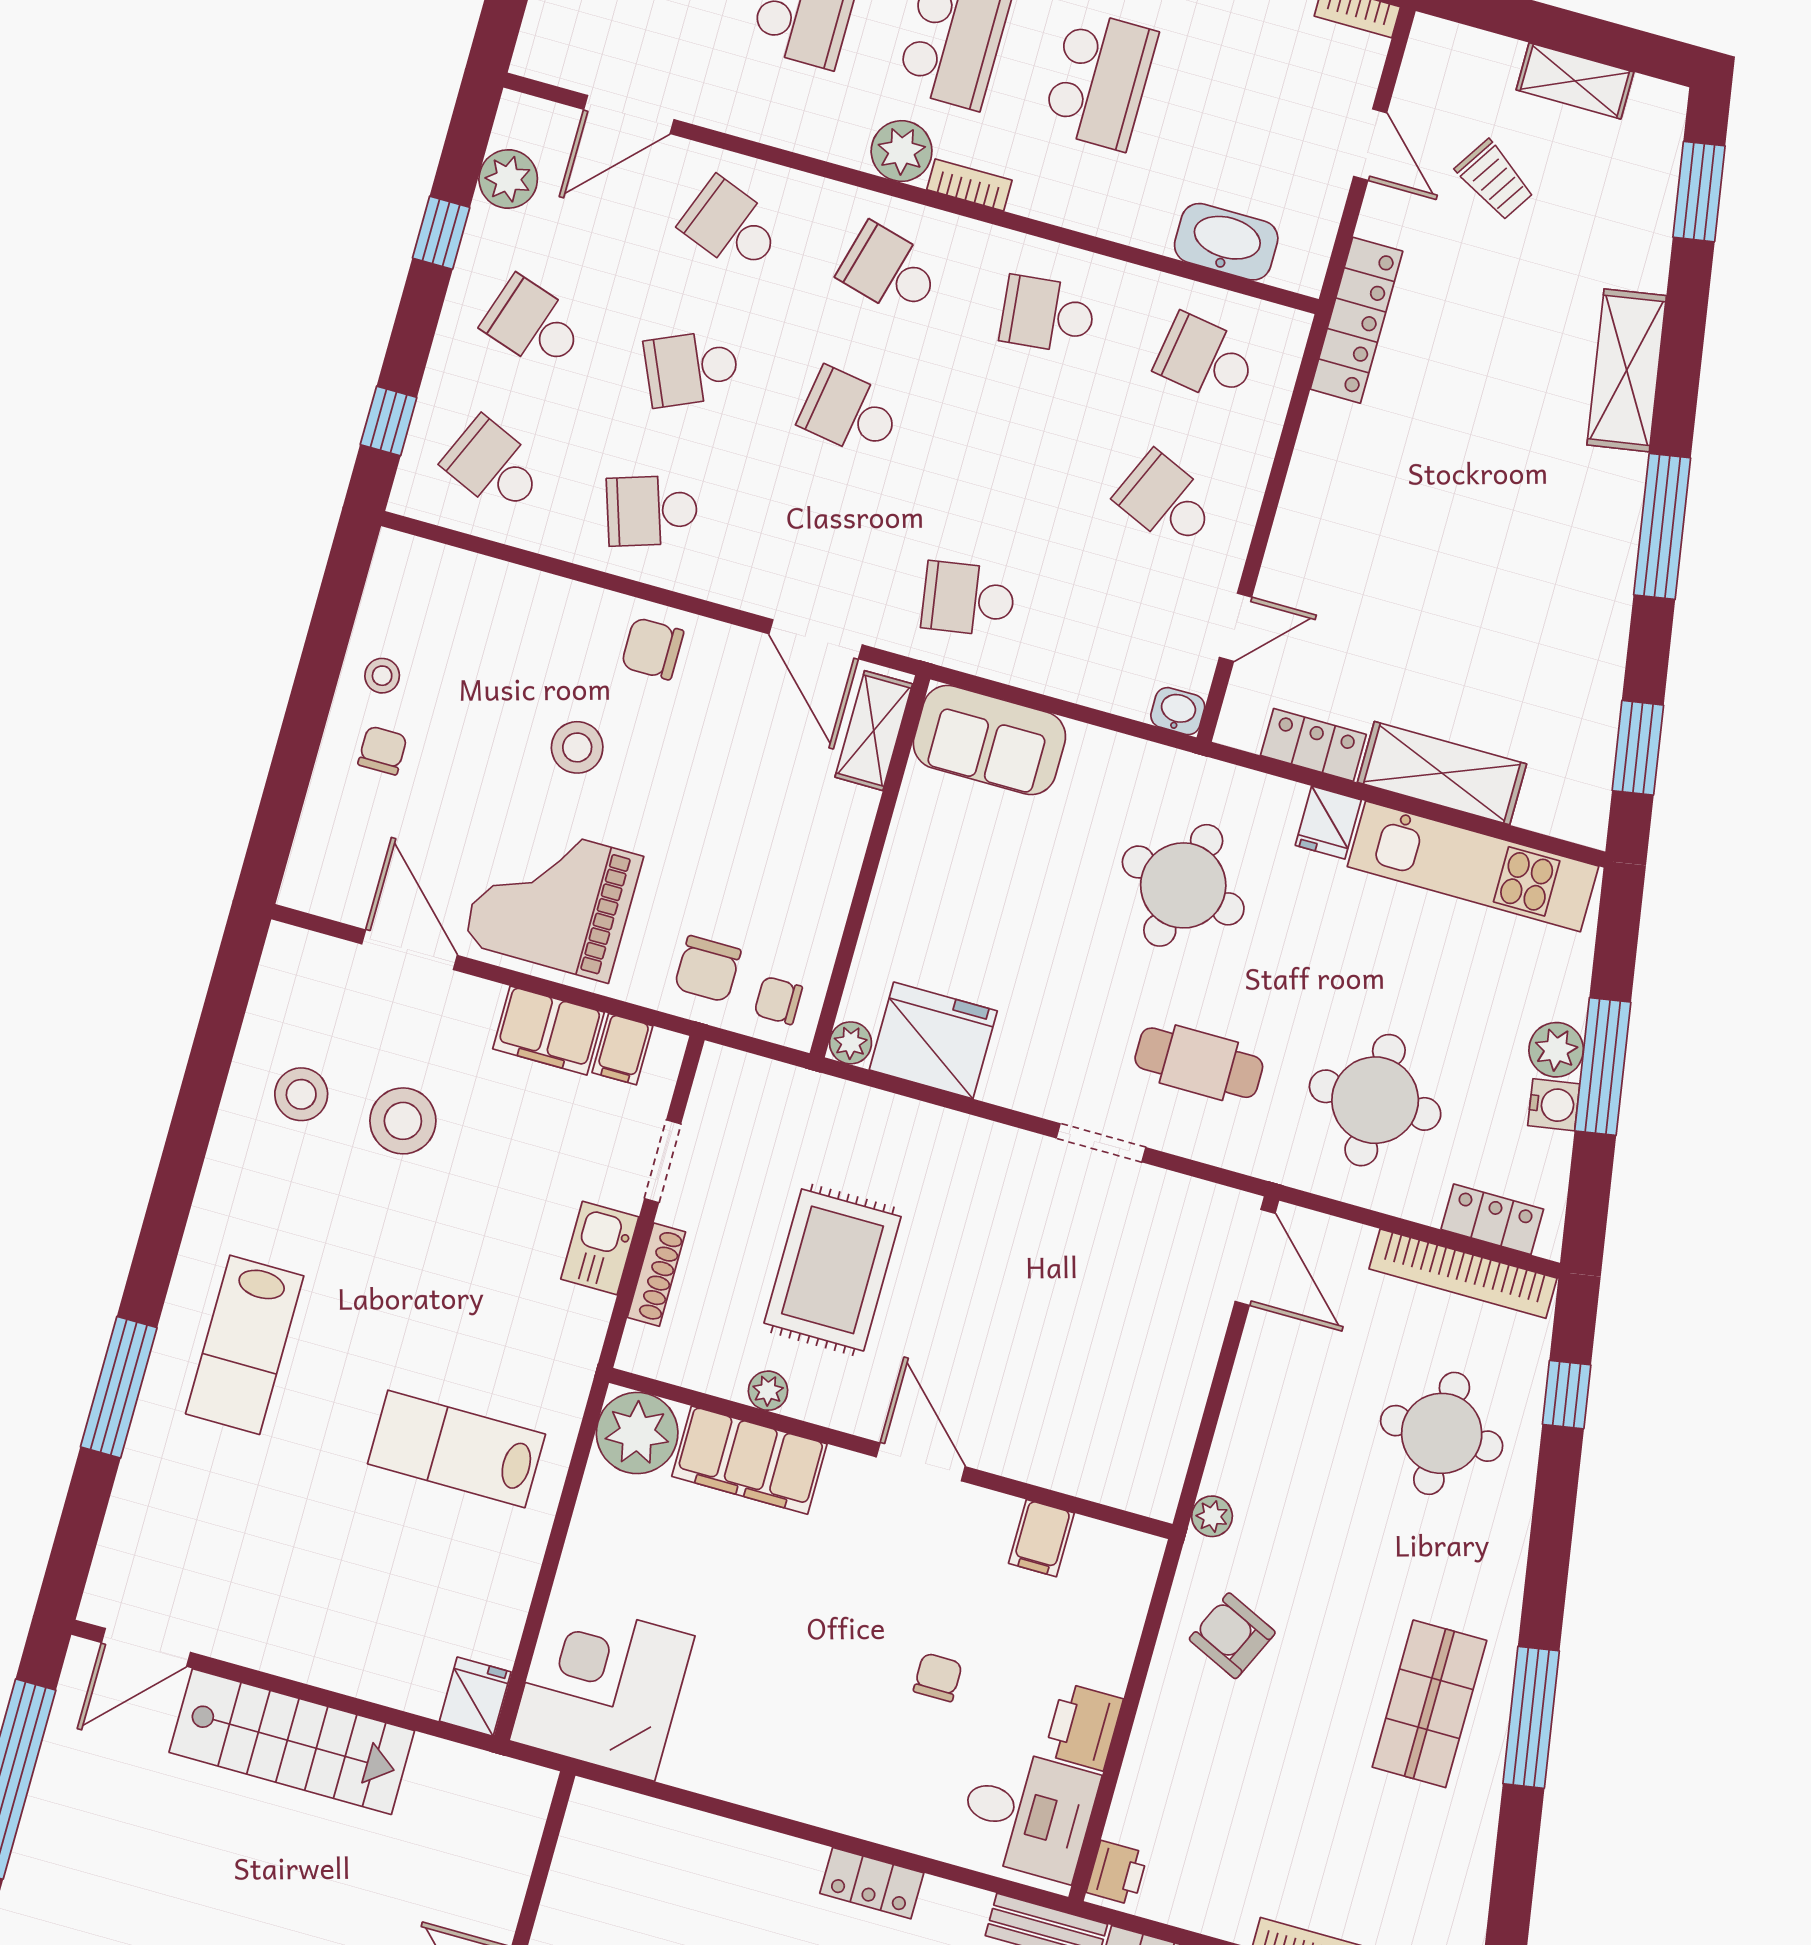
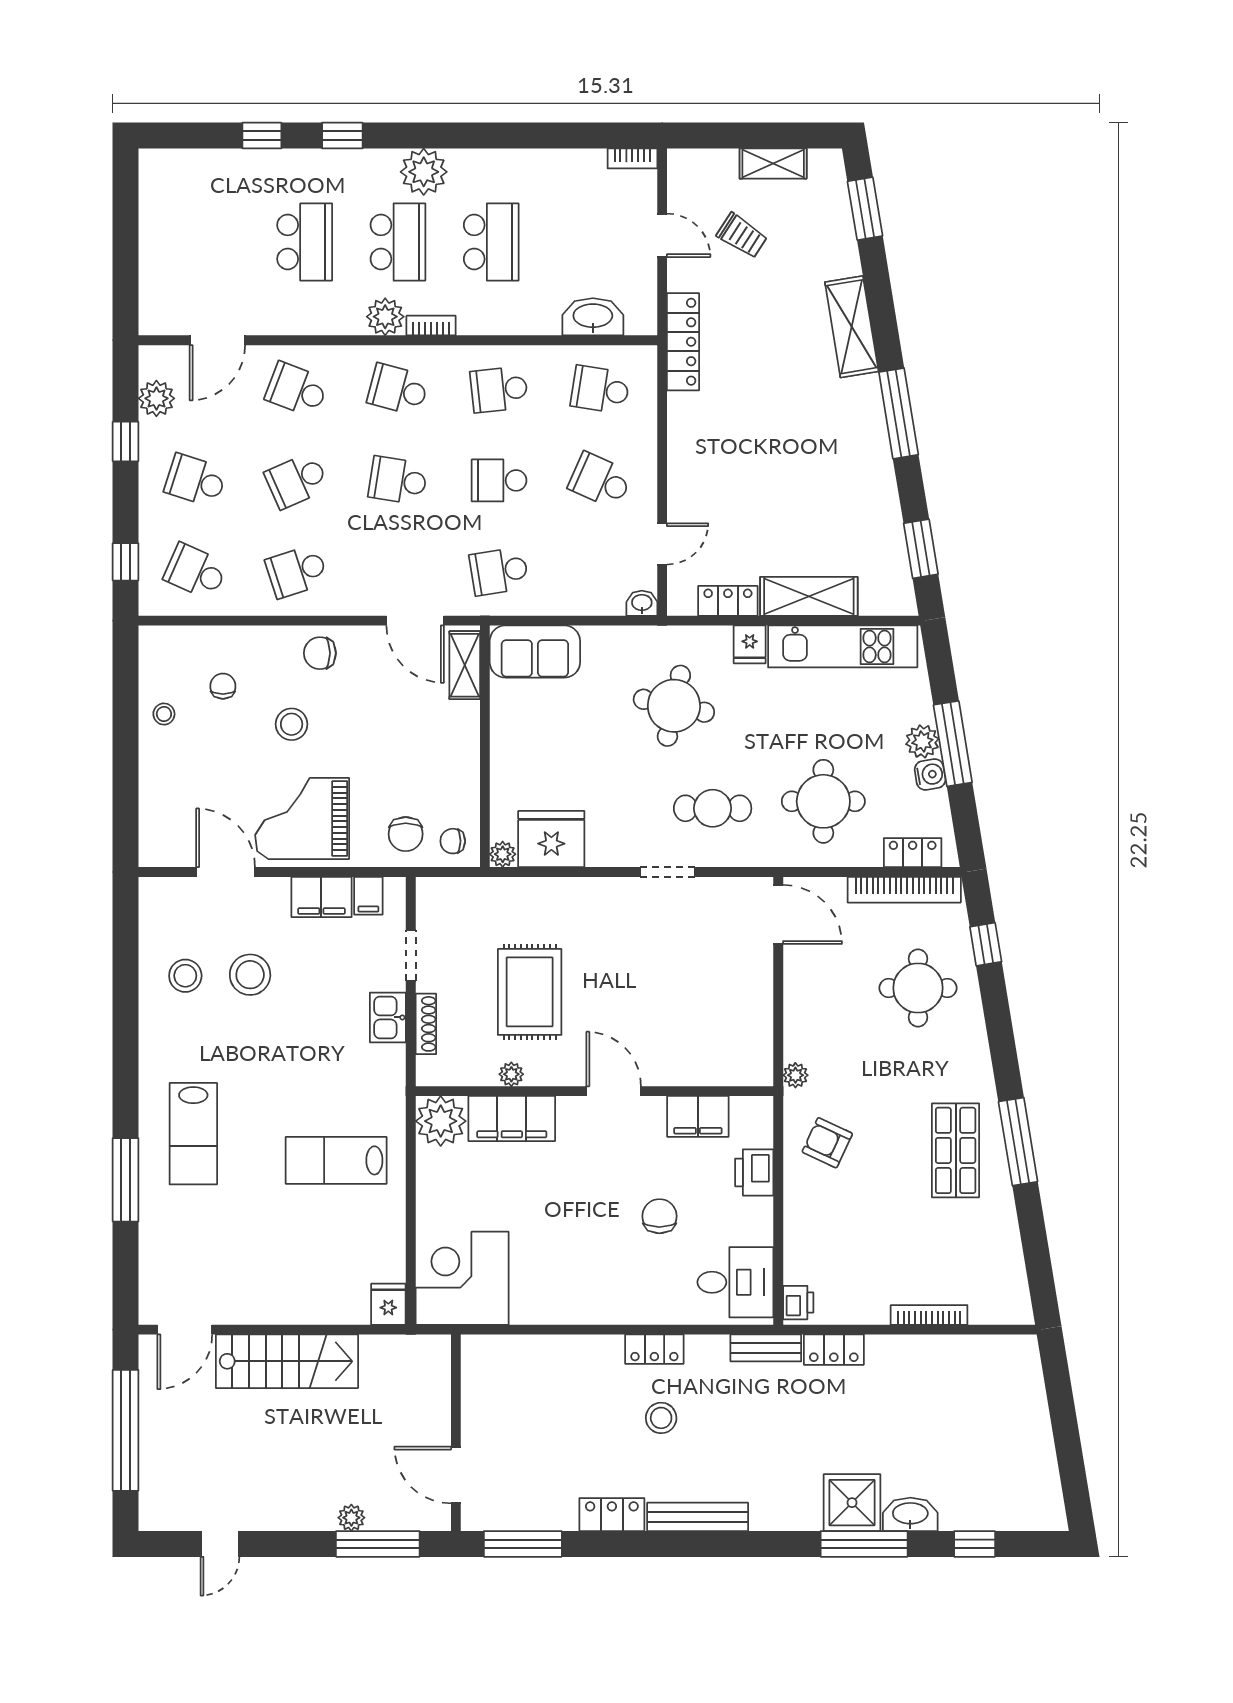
school desk: (1008, 457) -> (499, 480), added
chair: (382, 750) -> (223, 686), moved
filing cabinet: (1041, 1538) -> (698, 1116), width x2.00
chair: (938, 1677) -> (659, 1216), width x1.37, depth x1.37
printer: (1084, 1727) -> (754, 1172), moved

